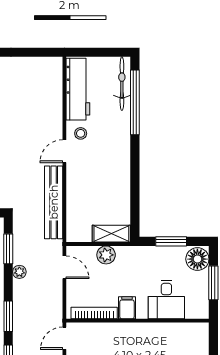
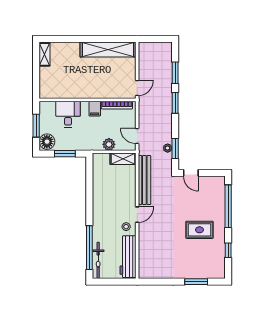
shelving: (111, 234) -> (123, 159), moved
plant: (19, 272) -> (168, 148), moved

